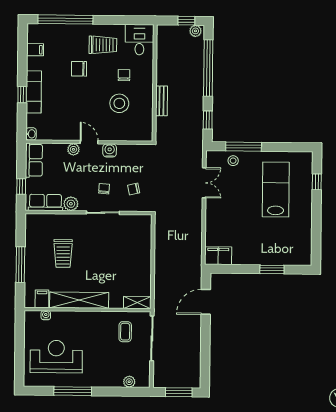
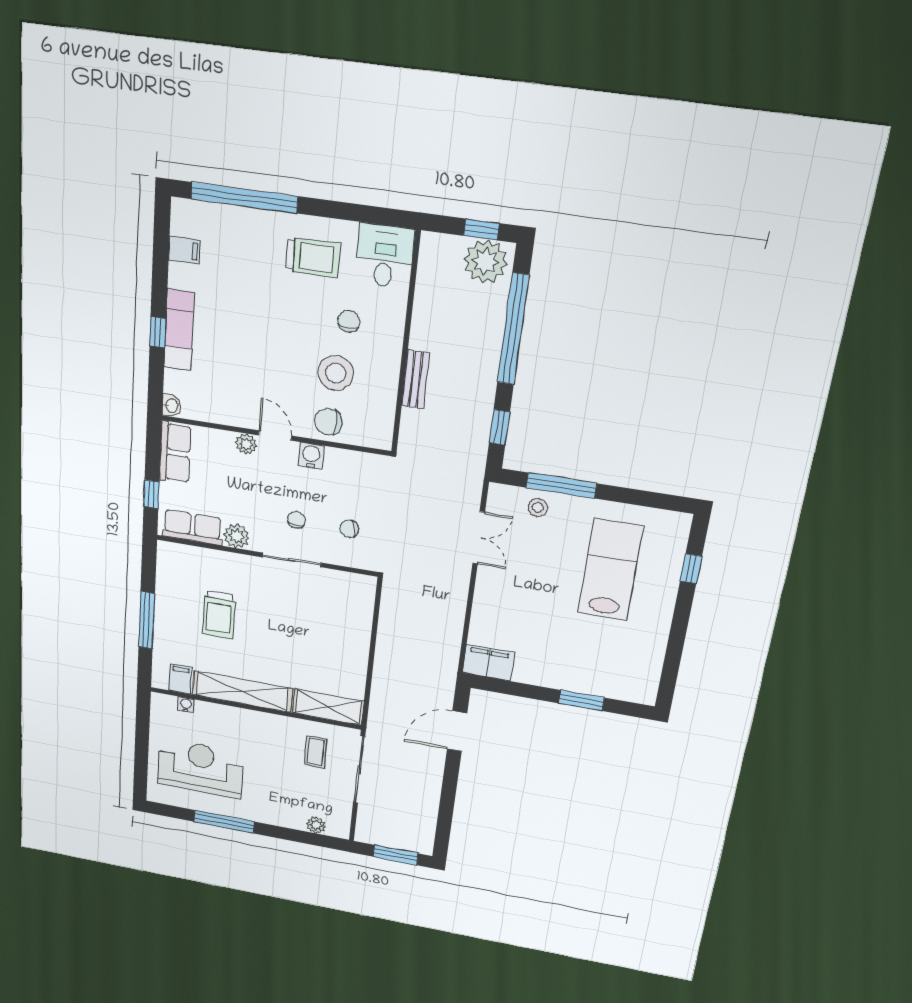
plant: (195, 31) -> (485, 261), width x1.87, depth x1.87
chair: (79, 69) -> (328, 422), moved
shelving: (137, 303) -> (328, 707), width x1.50, depth x1.33

